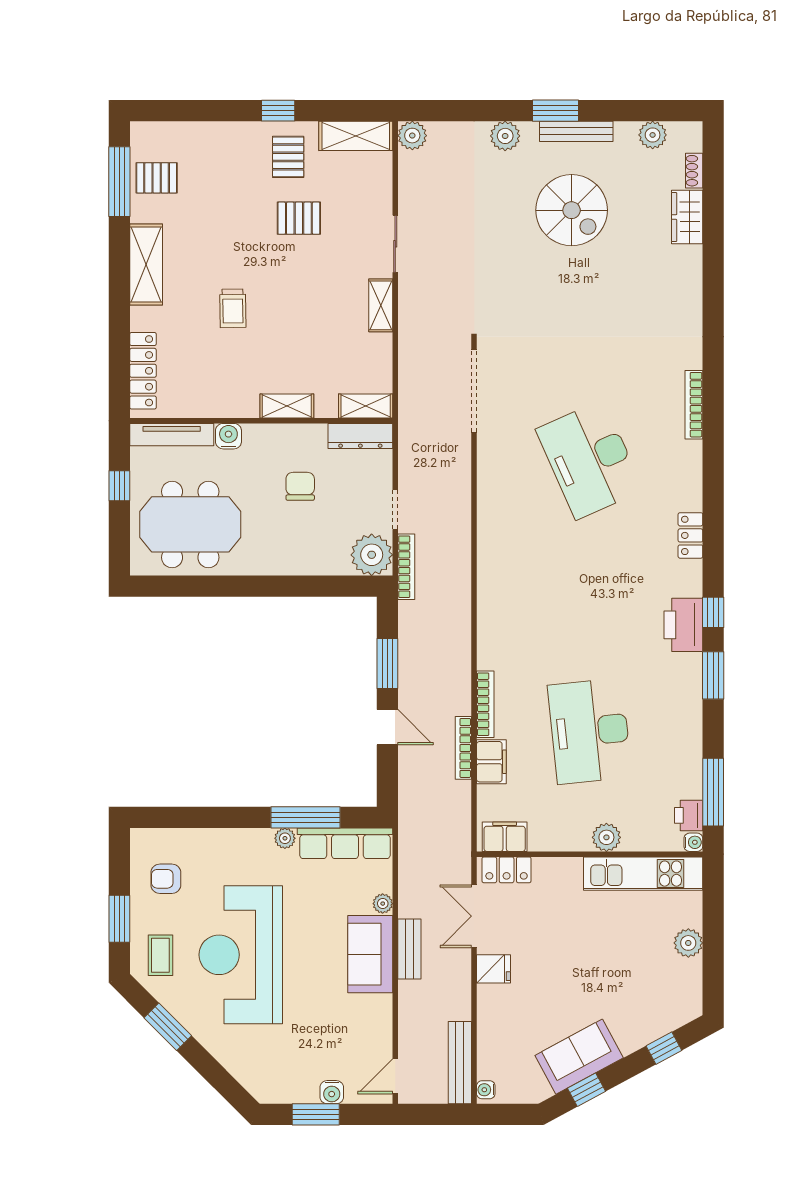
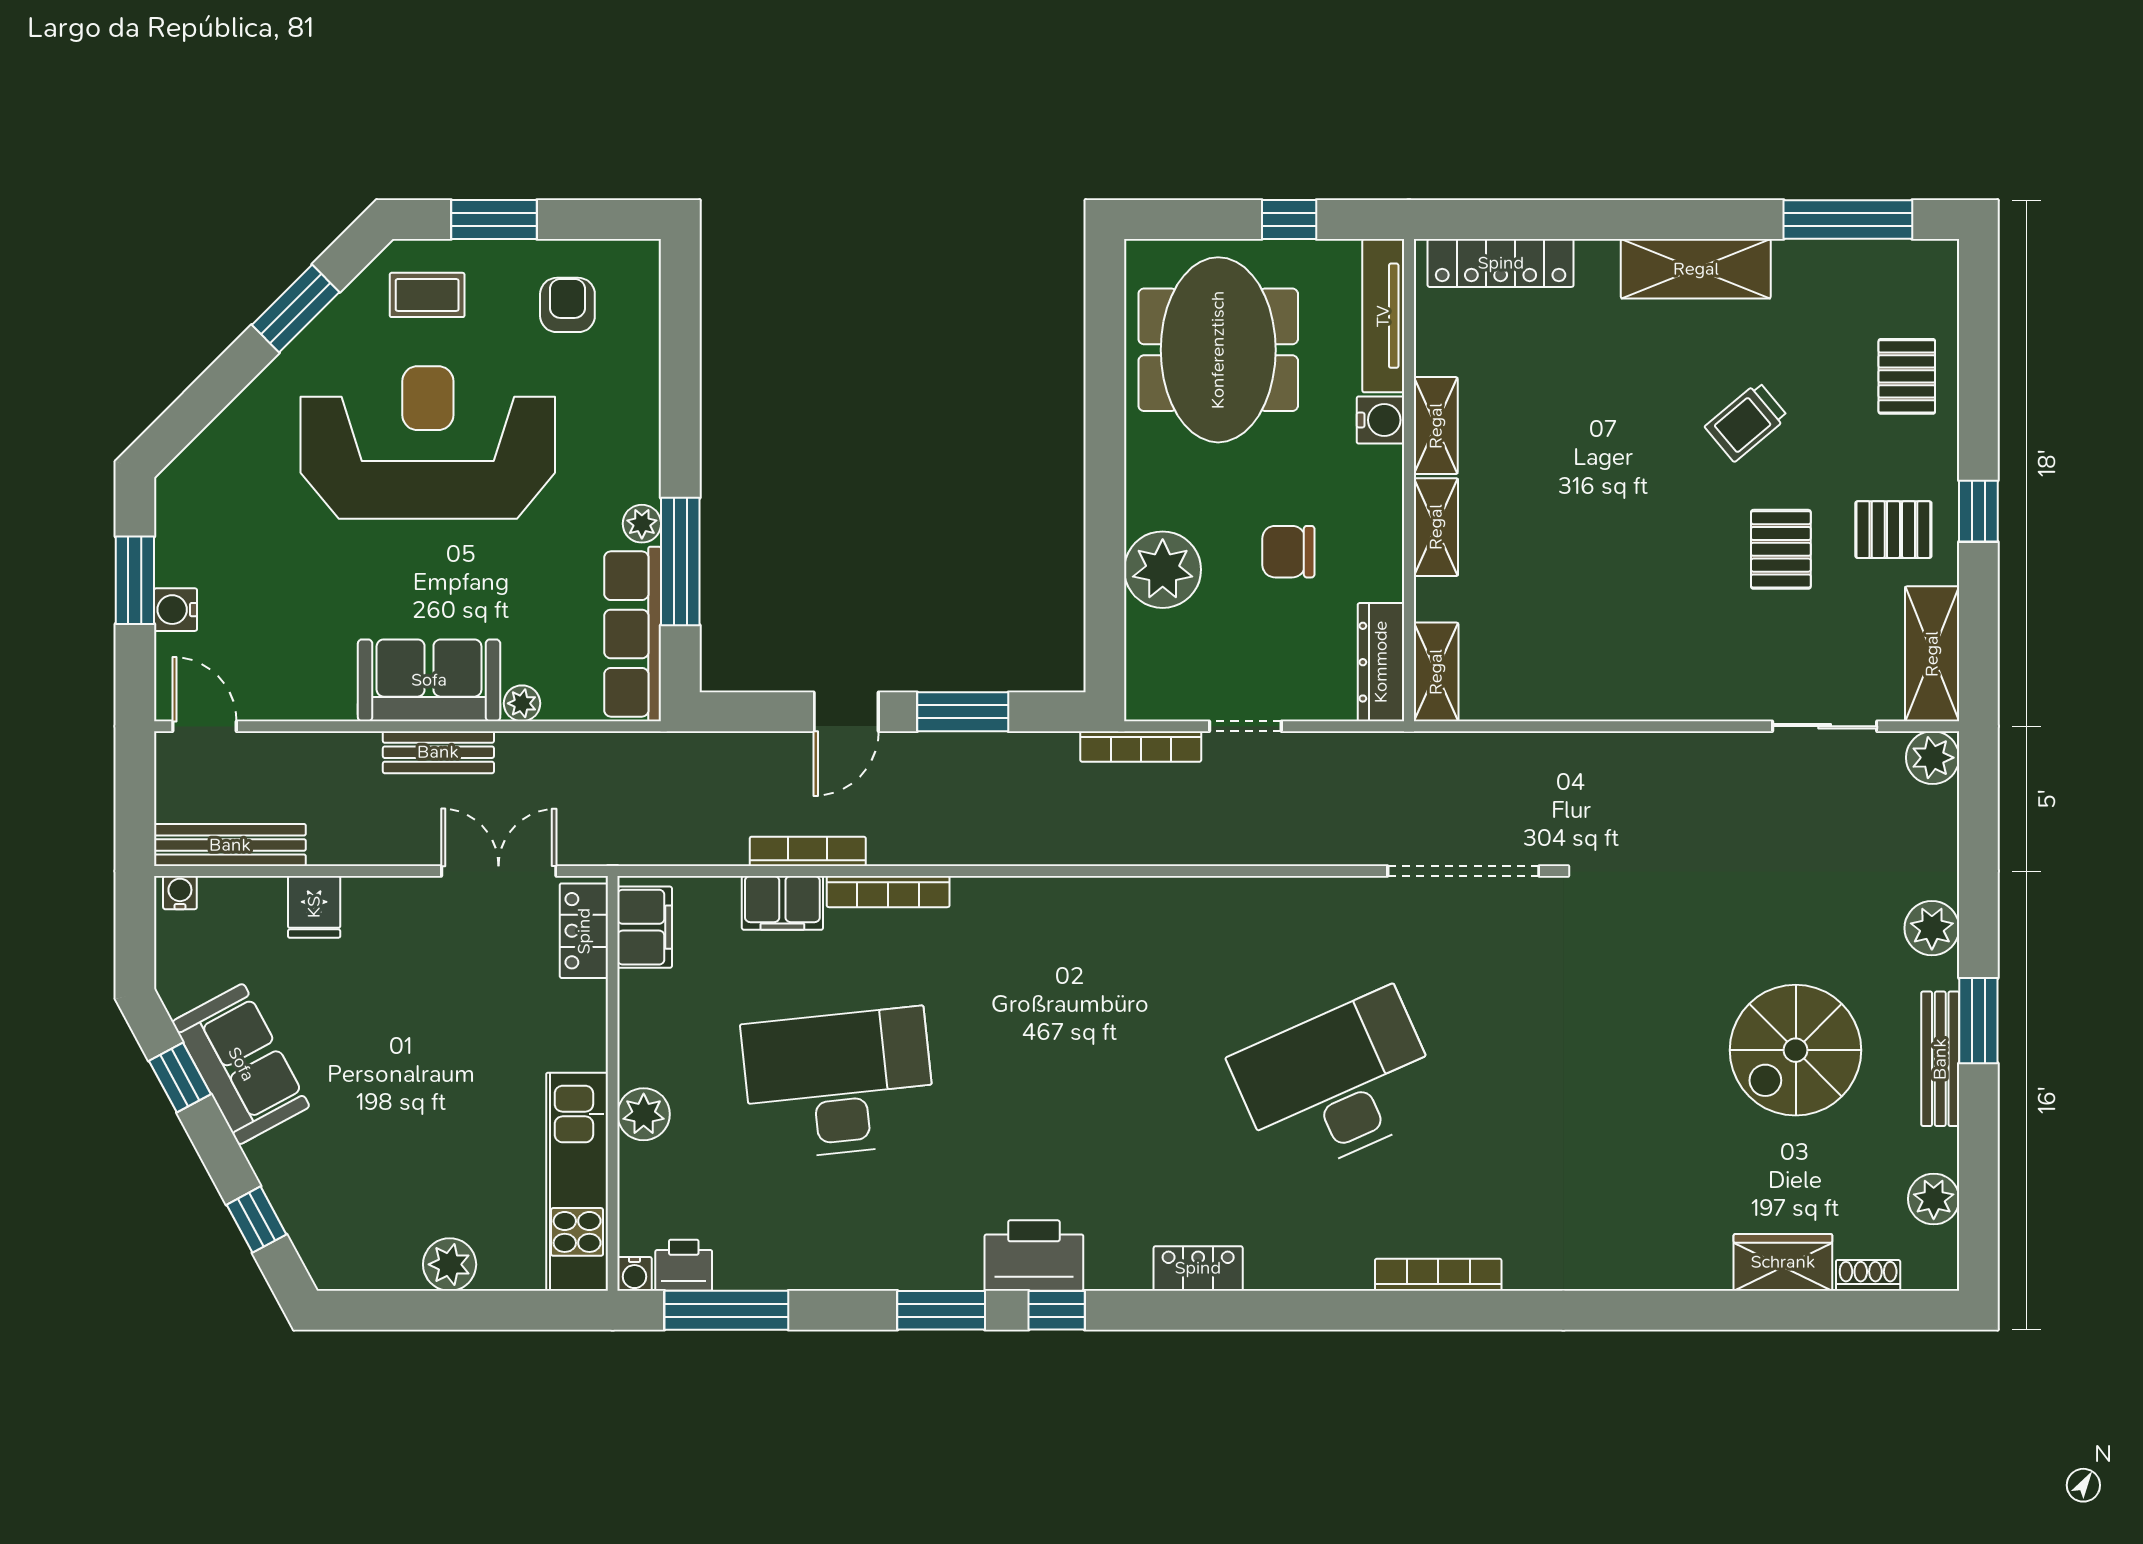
pallet: (157, 178) -> (1907, 376), moved
sliding door: (395, 244) -> (1825, 726), moved
shelving: (381, 305) -> (1436, 426), moved, turned 90
trolley: (233, 308) -> (1746, 422), moved, turned -39
chair: (300, 486) -> (1288, 552), turned 180
plant: (372, 555) -> (1163, 570), moved
fridge: (494, 969) -> (314, 907), moved

